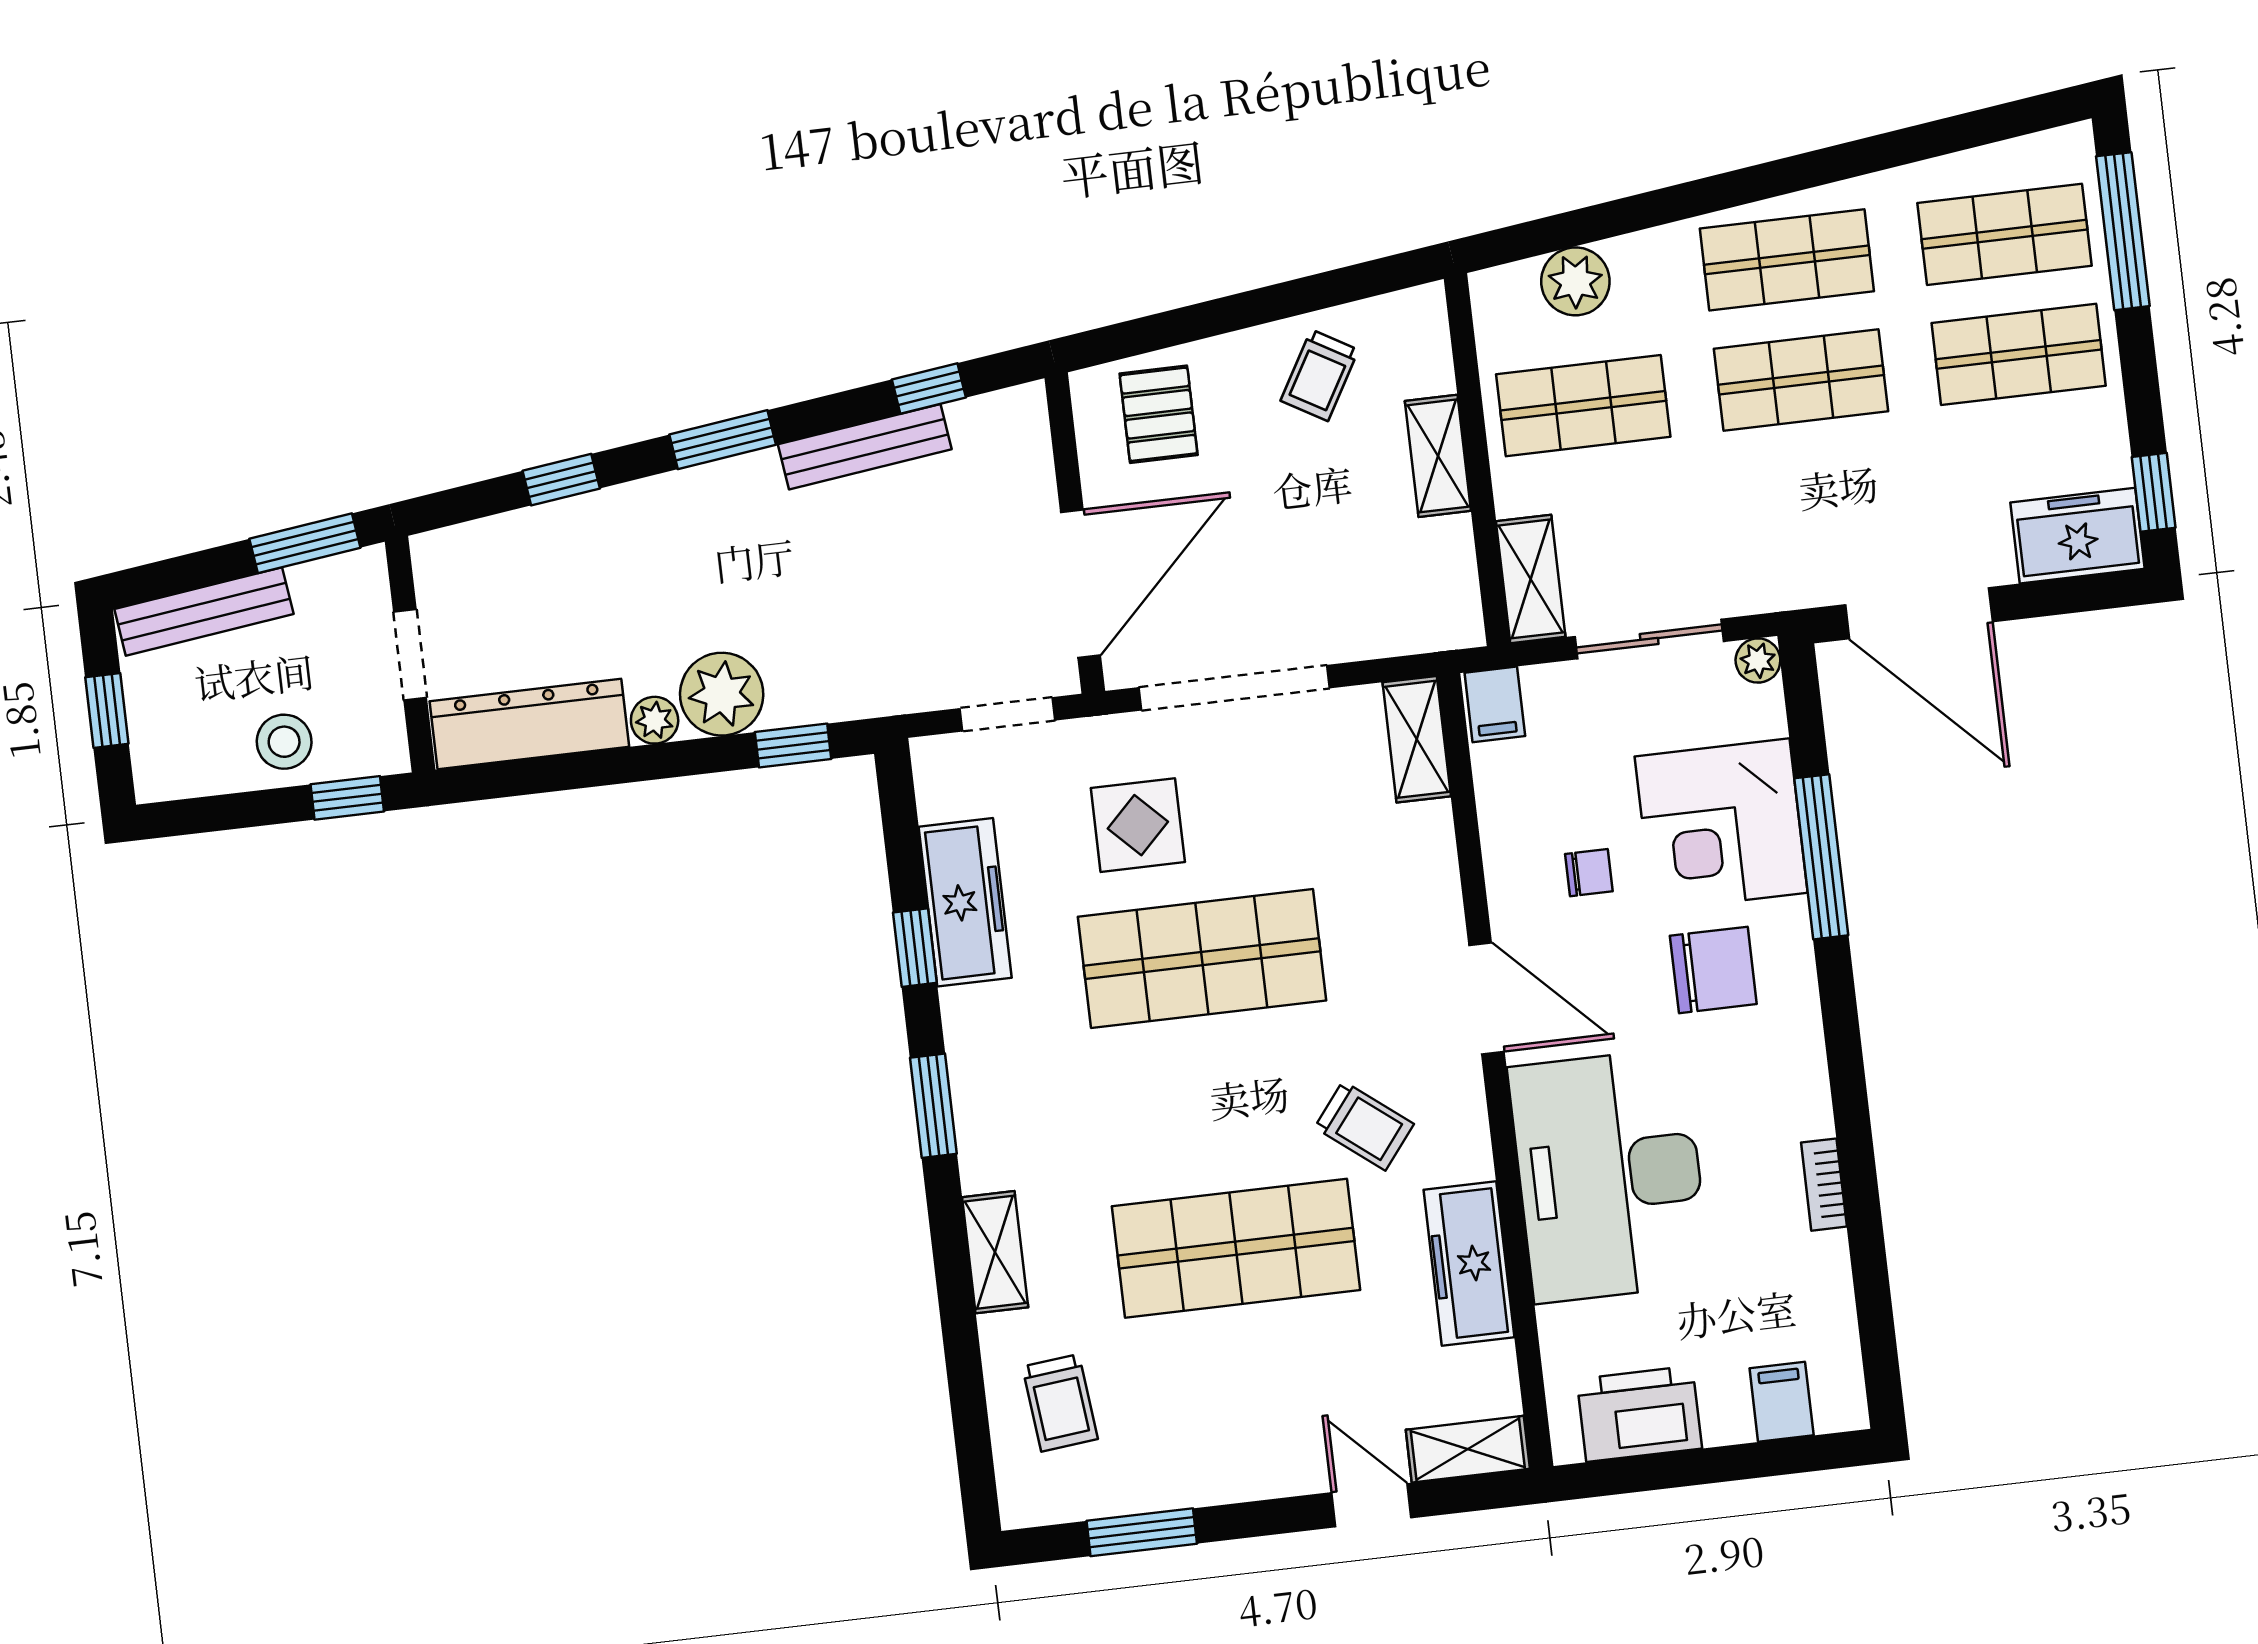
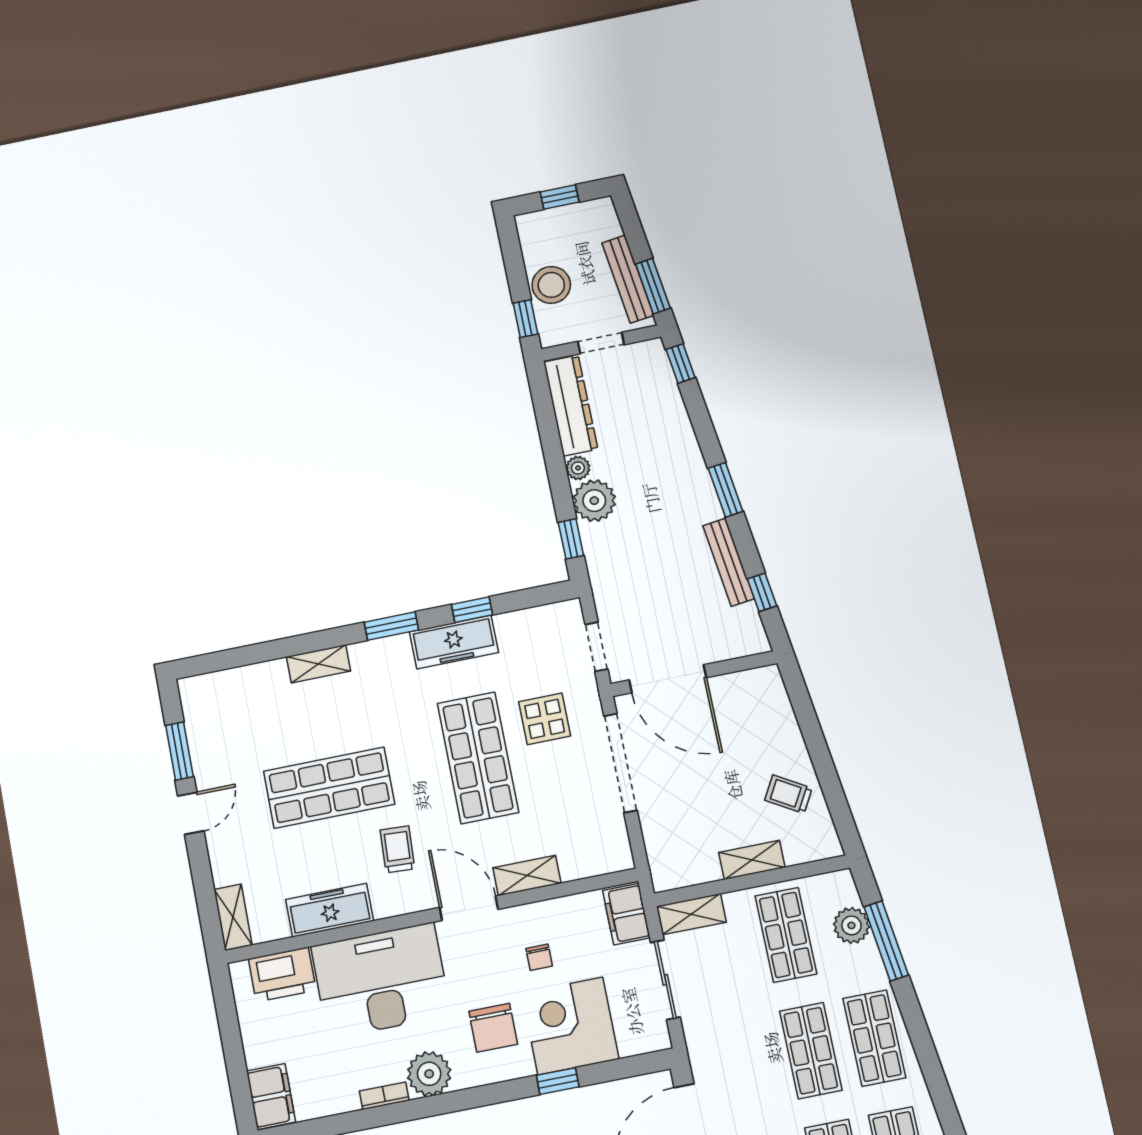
window: (1609, 220) -> (886, 941), added
pallet: (1159, 414) -> (760, 712), removed
window: (561, 480) -> (681, 363), moved
bench: (204, 611) -> (628, 279), moved
plant: (1758, 660) -> (429, 1074), moved, width x1.88, depth x1.88
filing cabinet: (1495, 704) -> (626, 914), width x2.00
shelving: (1417, 739) -> (527, 876), moved
stool: (284, 742) -> (551, 285), width x1.38, depth x1.38
window: (1821, 857) -> (558, 1081), width x0.46
freezer: (965, 902) -> (454, 642), moved
door: (1487, 998) -> (469, 908), swing flipped
trolley: (1364, 1126) -> (397, 849), turned 145
shop shelf: (1236, 1248) -> (329, 788), turned 90
filing cabinet: (1782, 1402) -> (271, 1097), width x2.00
trolley: (1060, 1403) -> (243, 704), removed
printer: (1639, 1414) -> (282, 975), moved, turned 90
door: (1371, 1505) -> (191, 813), moved

